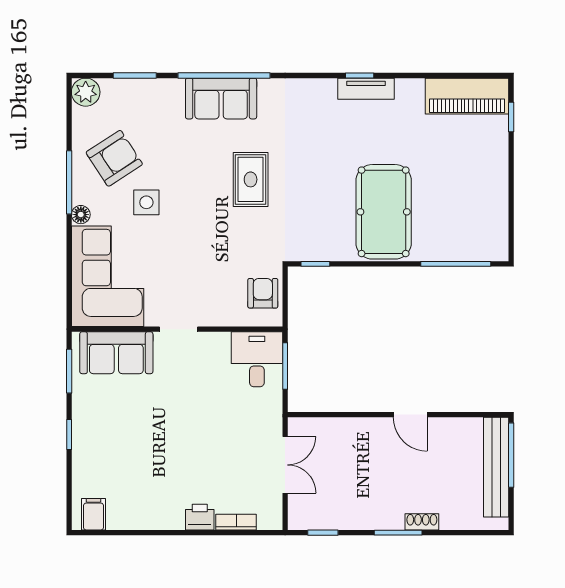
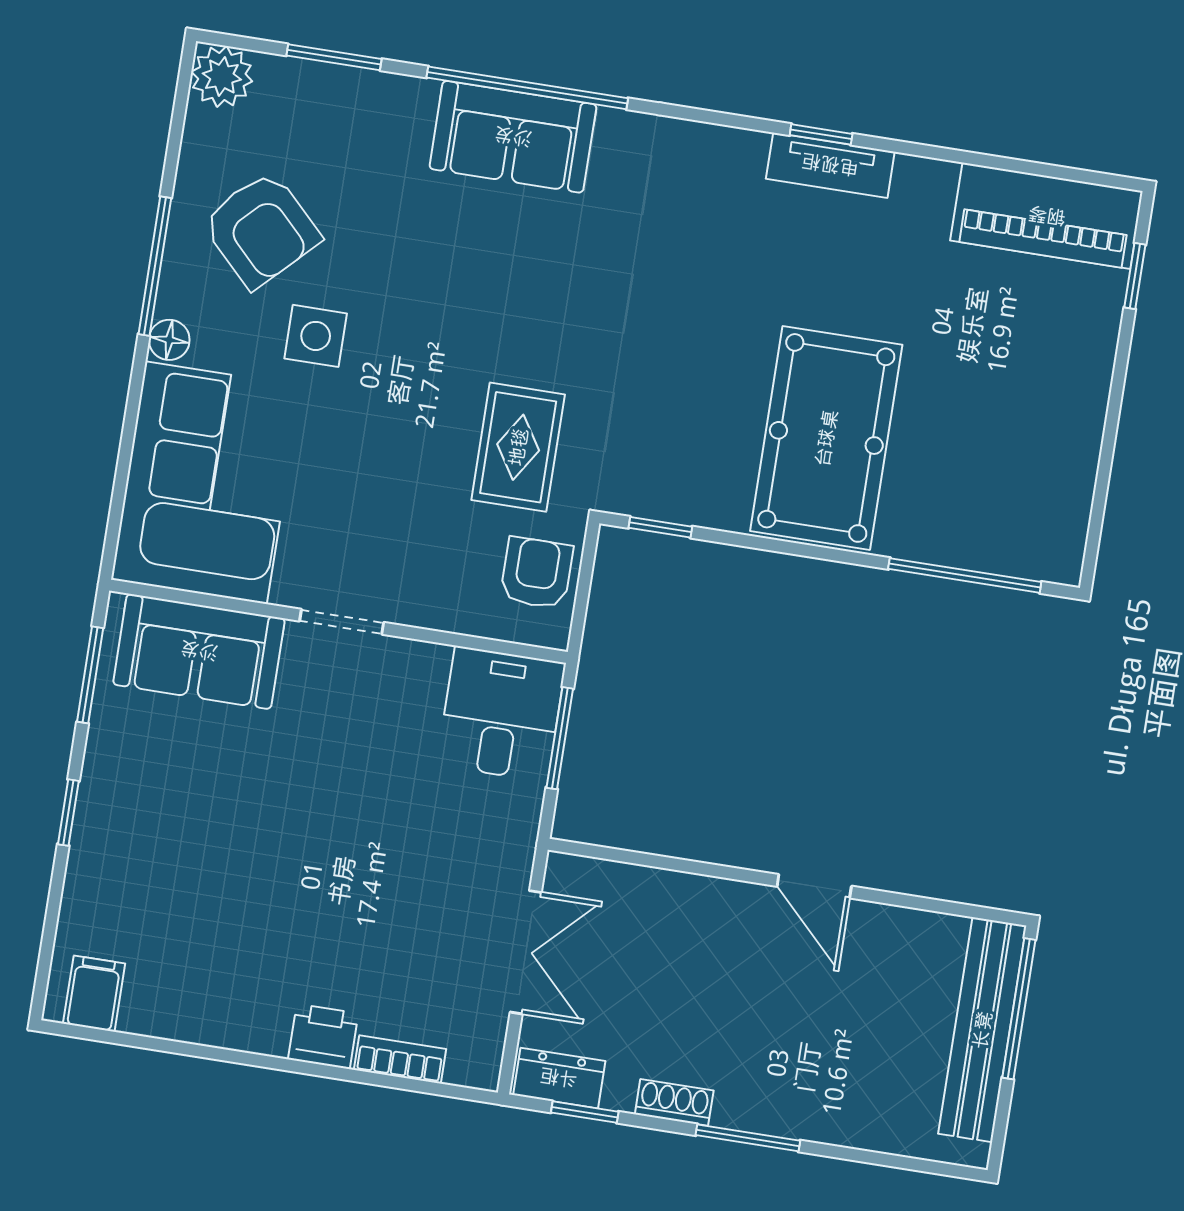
armchair: (114, 158) -> (261, 230), turned 78
rug: (251, 179) -> (518, 447), moved
dresser: (309, 519) -> (559, 1078), added
shoe rack: (422, 522) -> (674, 1102), moved

